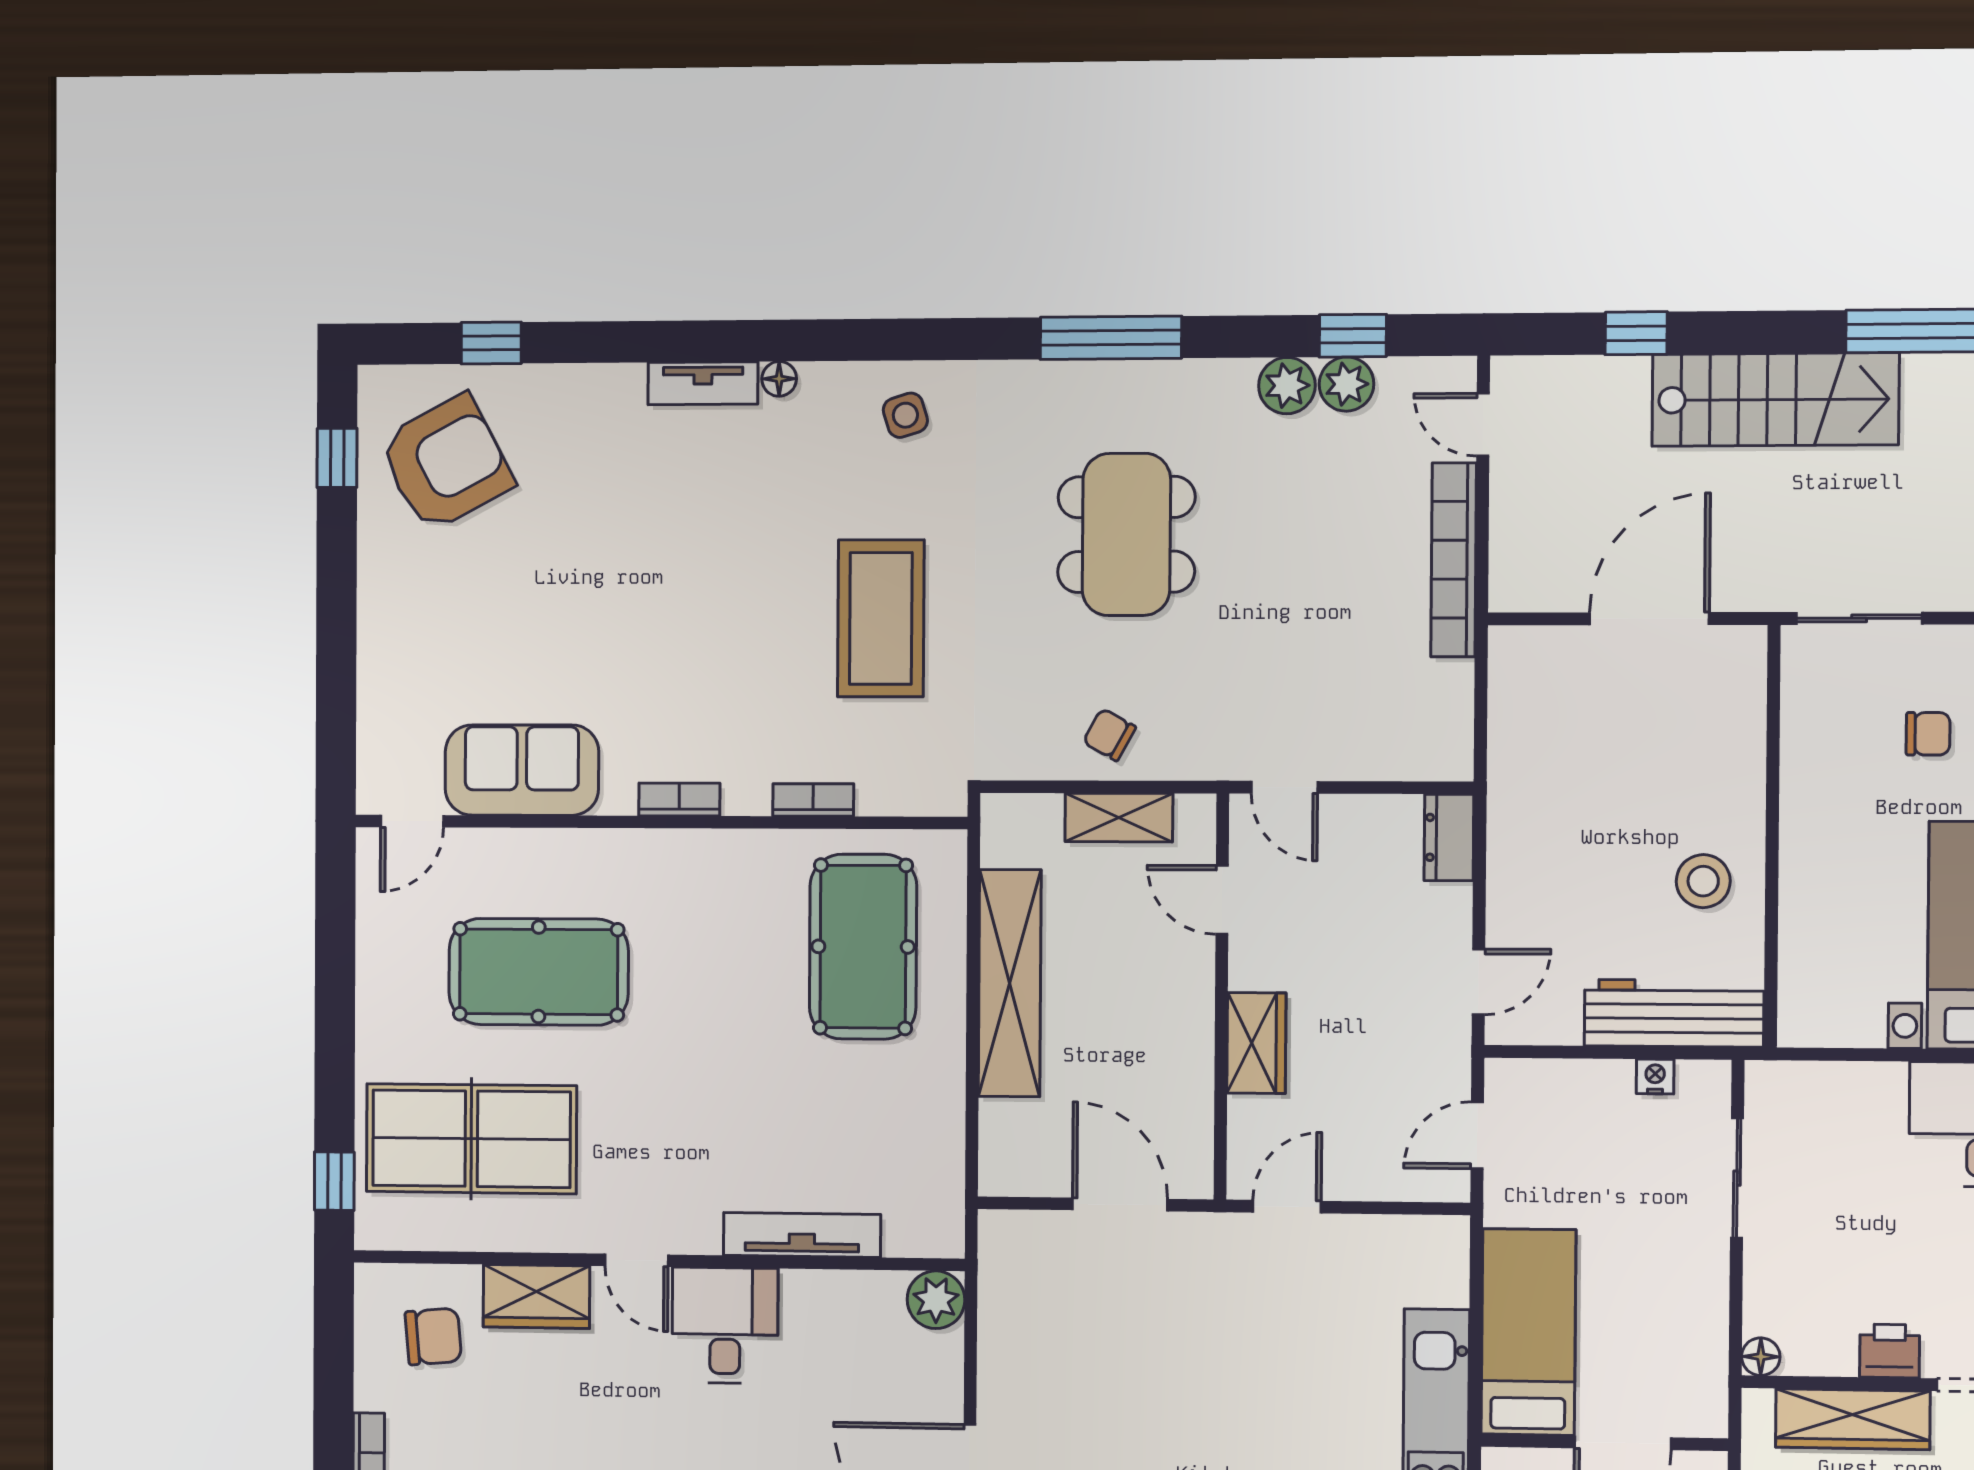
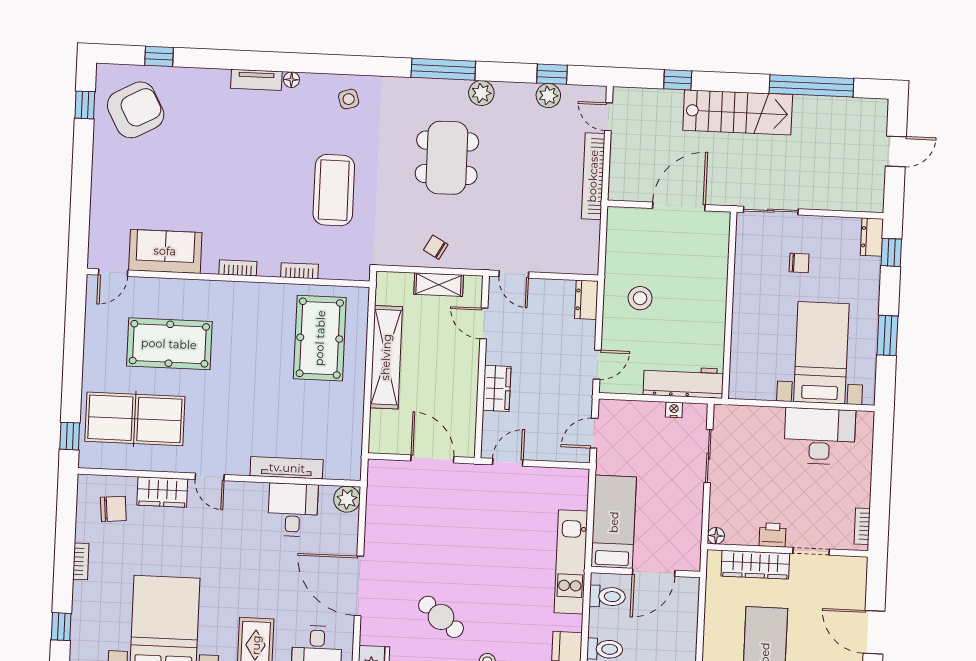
plant: (1287, 386) -> (481, 93), moved
stool: (1703, 881) -> (640, 298), moved
desk: (725, 1325) -> (293, 510), moved

